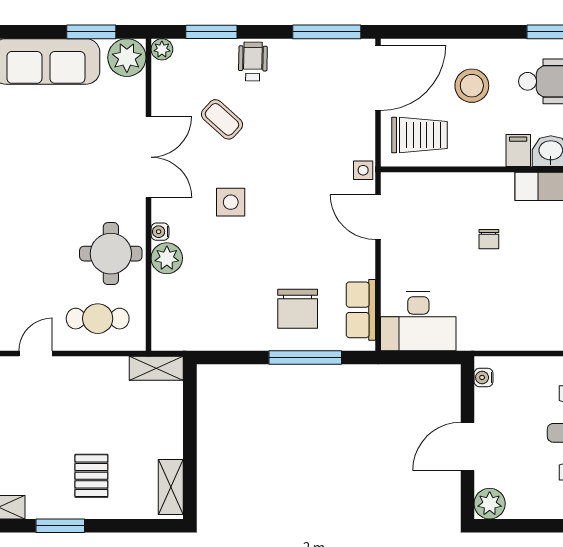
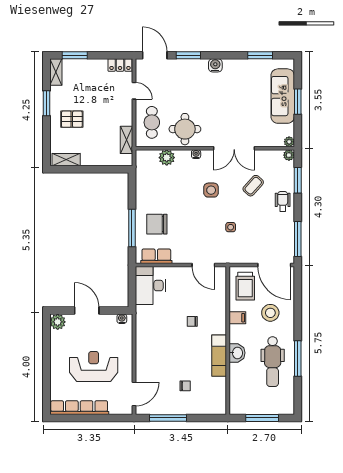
window: (91, 32) -> (298, 102), moved
plant: (127, 58) -> (289, 142), width x0.53, depth x0.53
wheelchair: (253, 62) -> (283, 201), turned -91
filing cabinet: (518, 150) -> (237, 318), moved
side table: (363, 170) -> (231, 227), moved
door: (378, 217) -> (203, 265), swing flipped
plant: (167, 258) -> (167, 158), moved
shelving: (156, 368) -> (127, 140), moved

